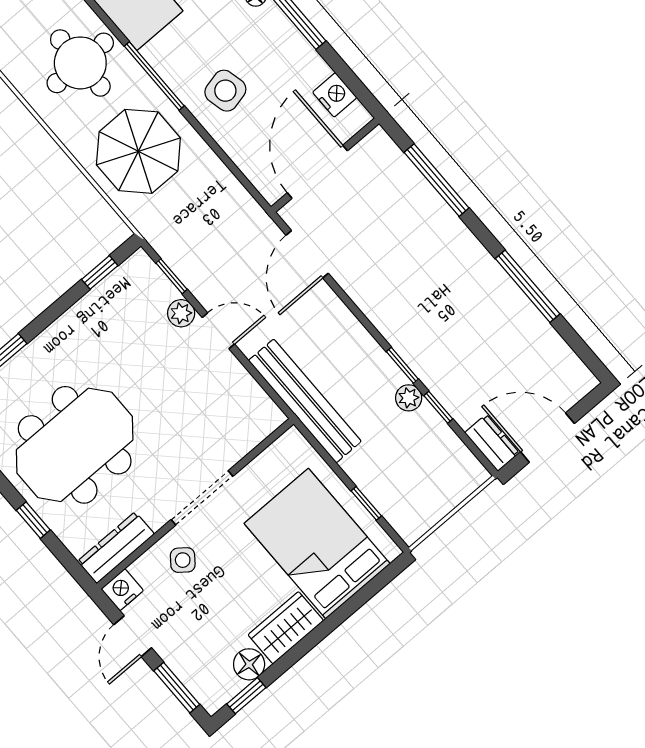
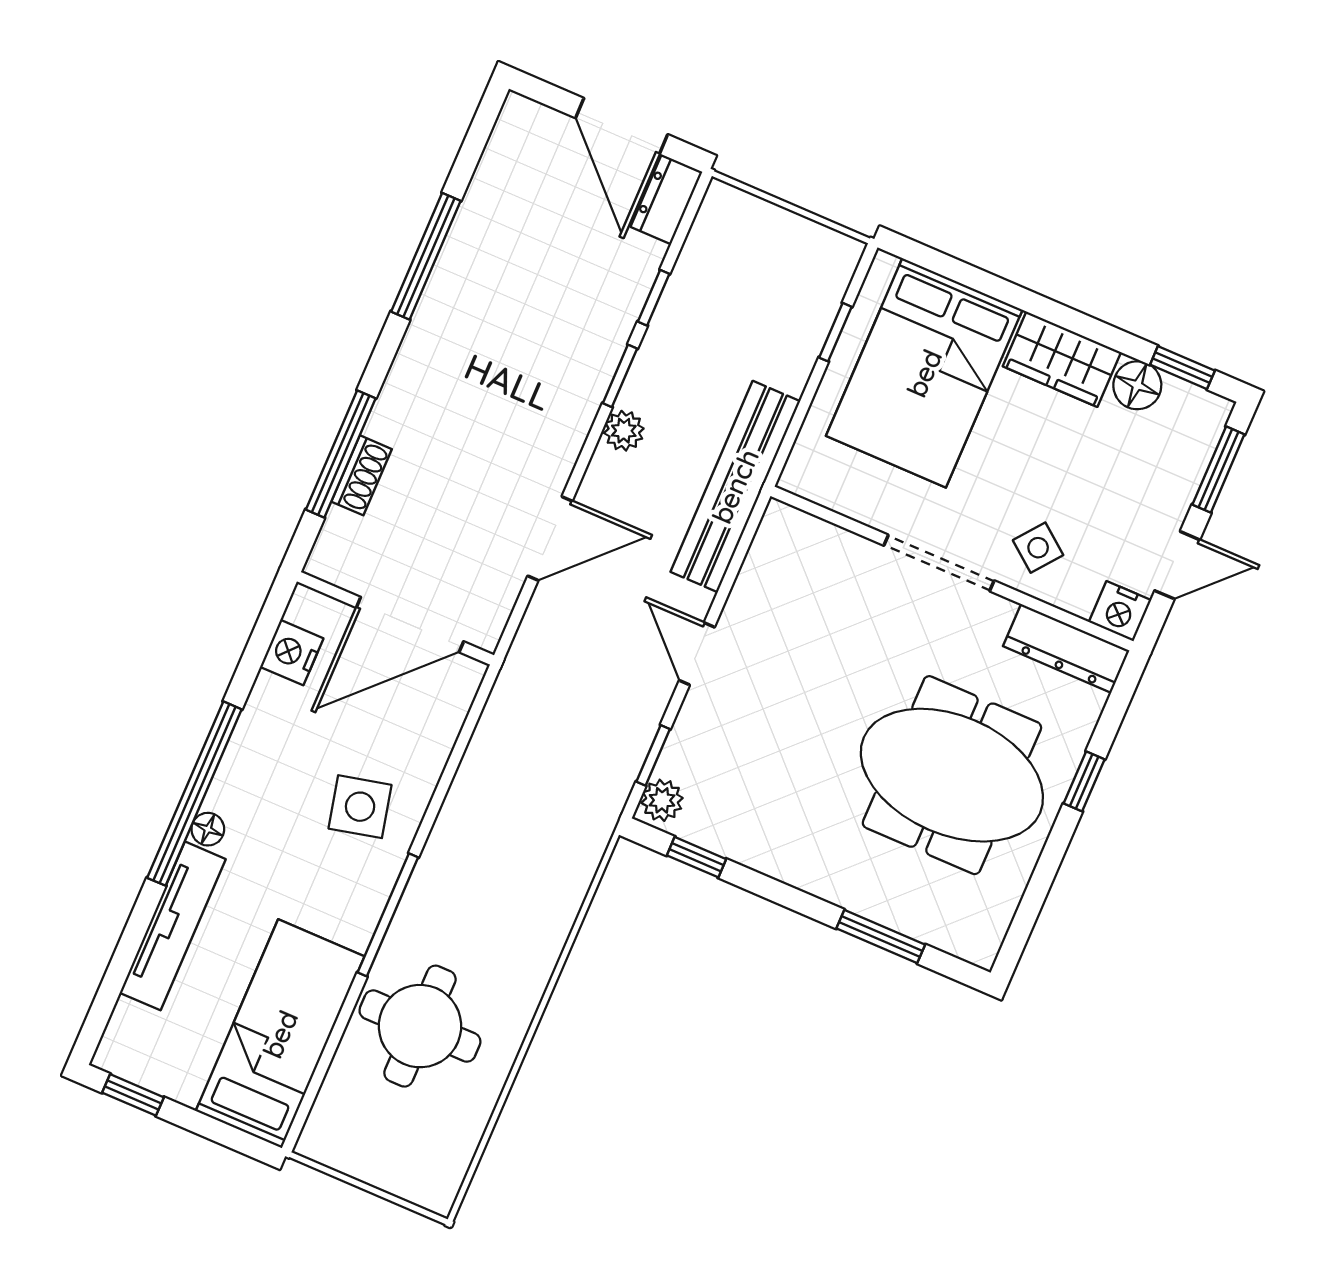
parasol: (138, 151) -> (503, 886), removed
shoe rack: (418, 186) -> (362, 475), added
door: (307, 254) -> (550, 538), moved
plant: (181, 313) -> (662, 800), moved
plant: (409, 398) -> (624, 431), moved

